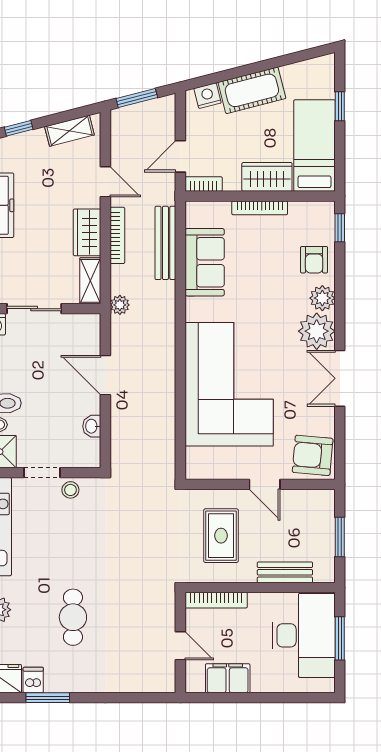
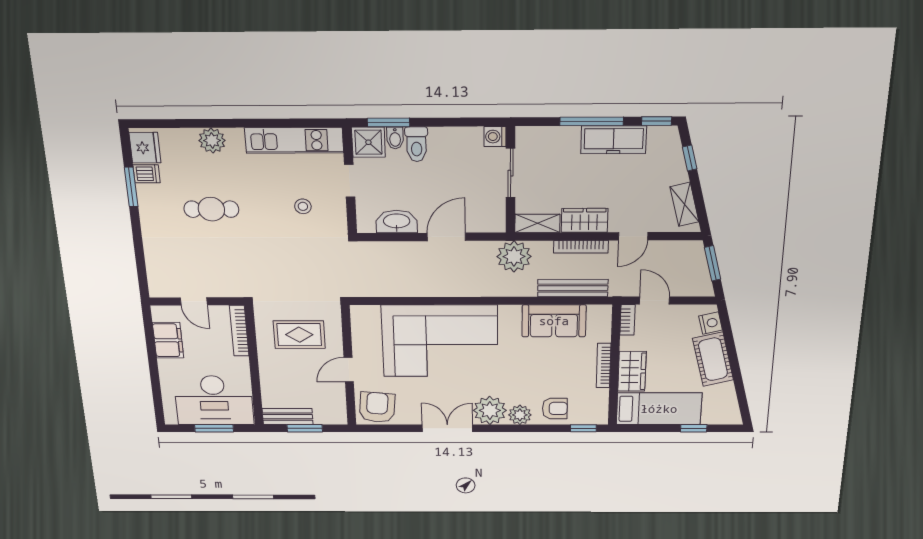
armchair: (314, 260) -> (555, 408), turned 180
plant: (120, 305) -> (514, 256), width x1.87, depth x1.87
washbasin: (92, 426) -> (397, 222), width x1.91, depth x1.45
stool: (70, 490) -> (303, 206), moved
bench: (285, 572) -> (288, 417), moved, turned 90
door: (180, 646) -> (194, 301), hinge flipped

